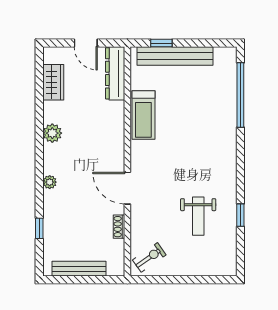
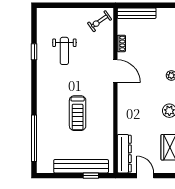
treadmill: (143, 115) -> (78, 113), moved, turned 180
weight bench: (198, 216) -> (64, 51), turned 180
bench: (79, 269) -> (137, 13), moved

